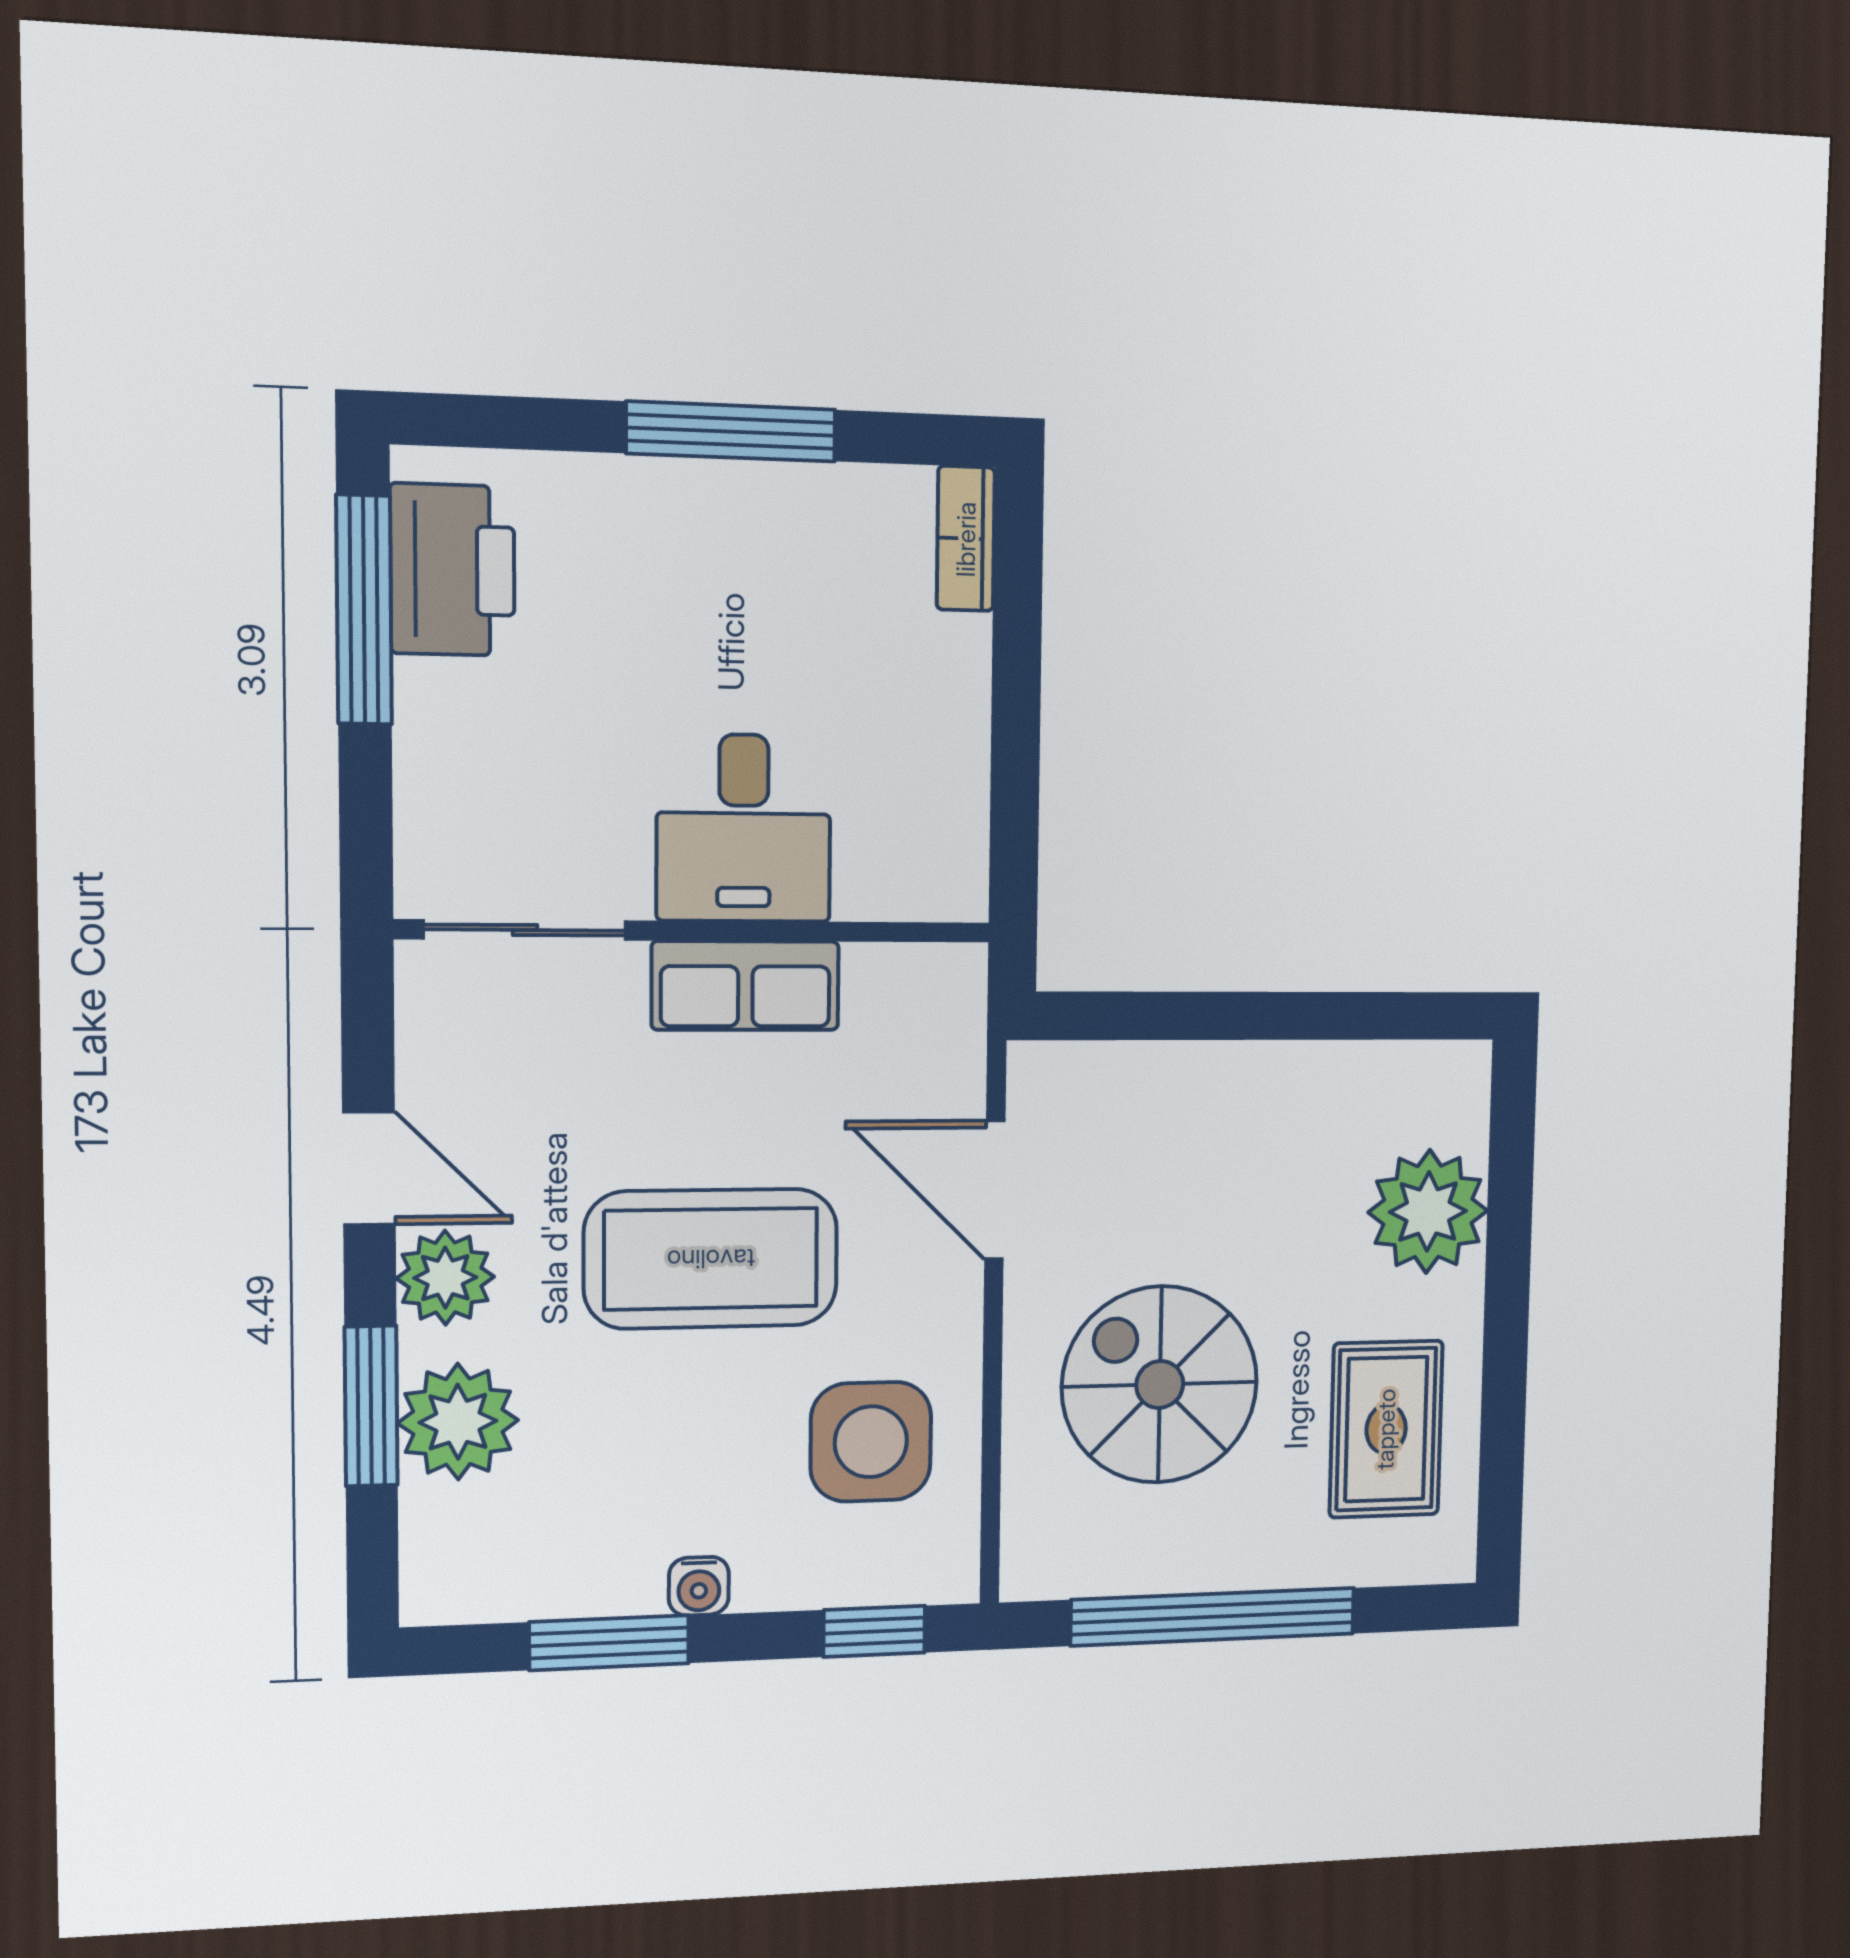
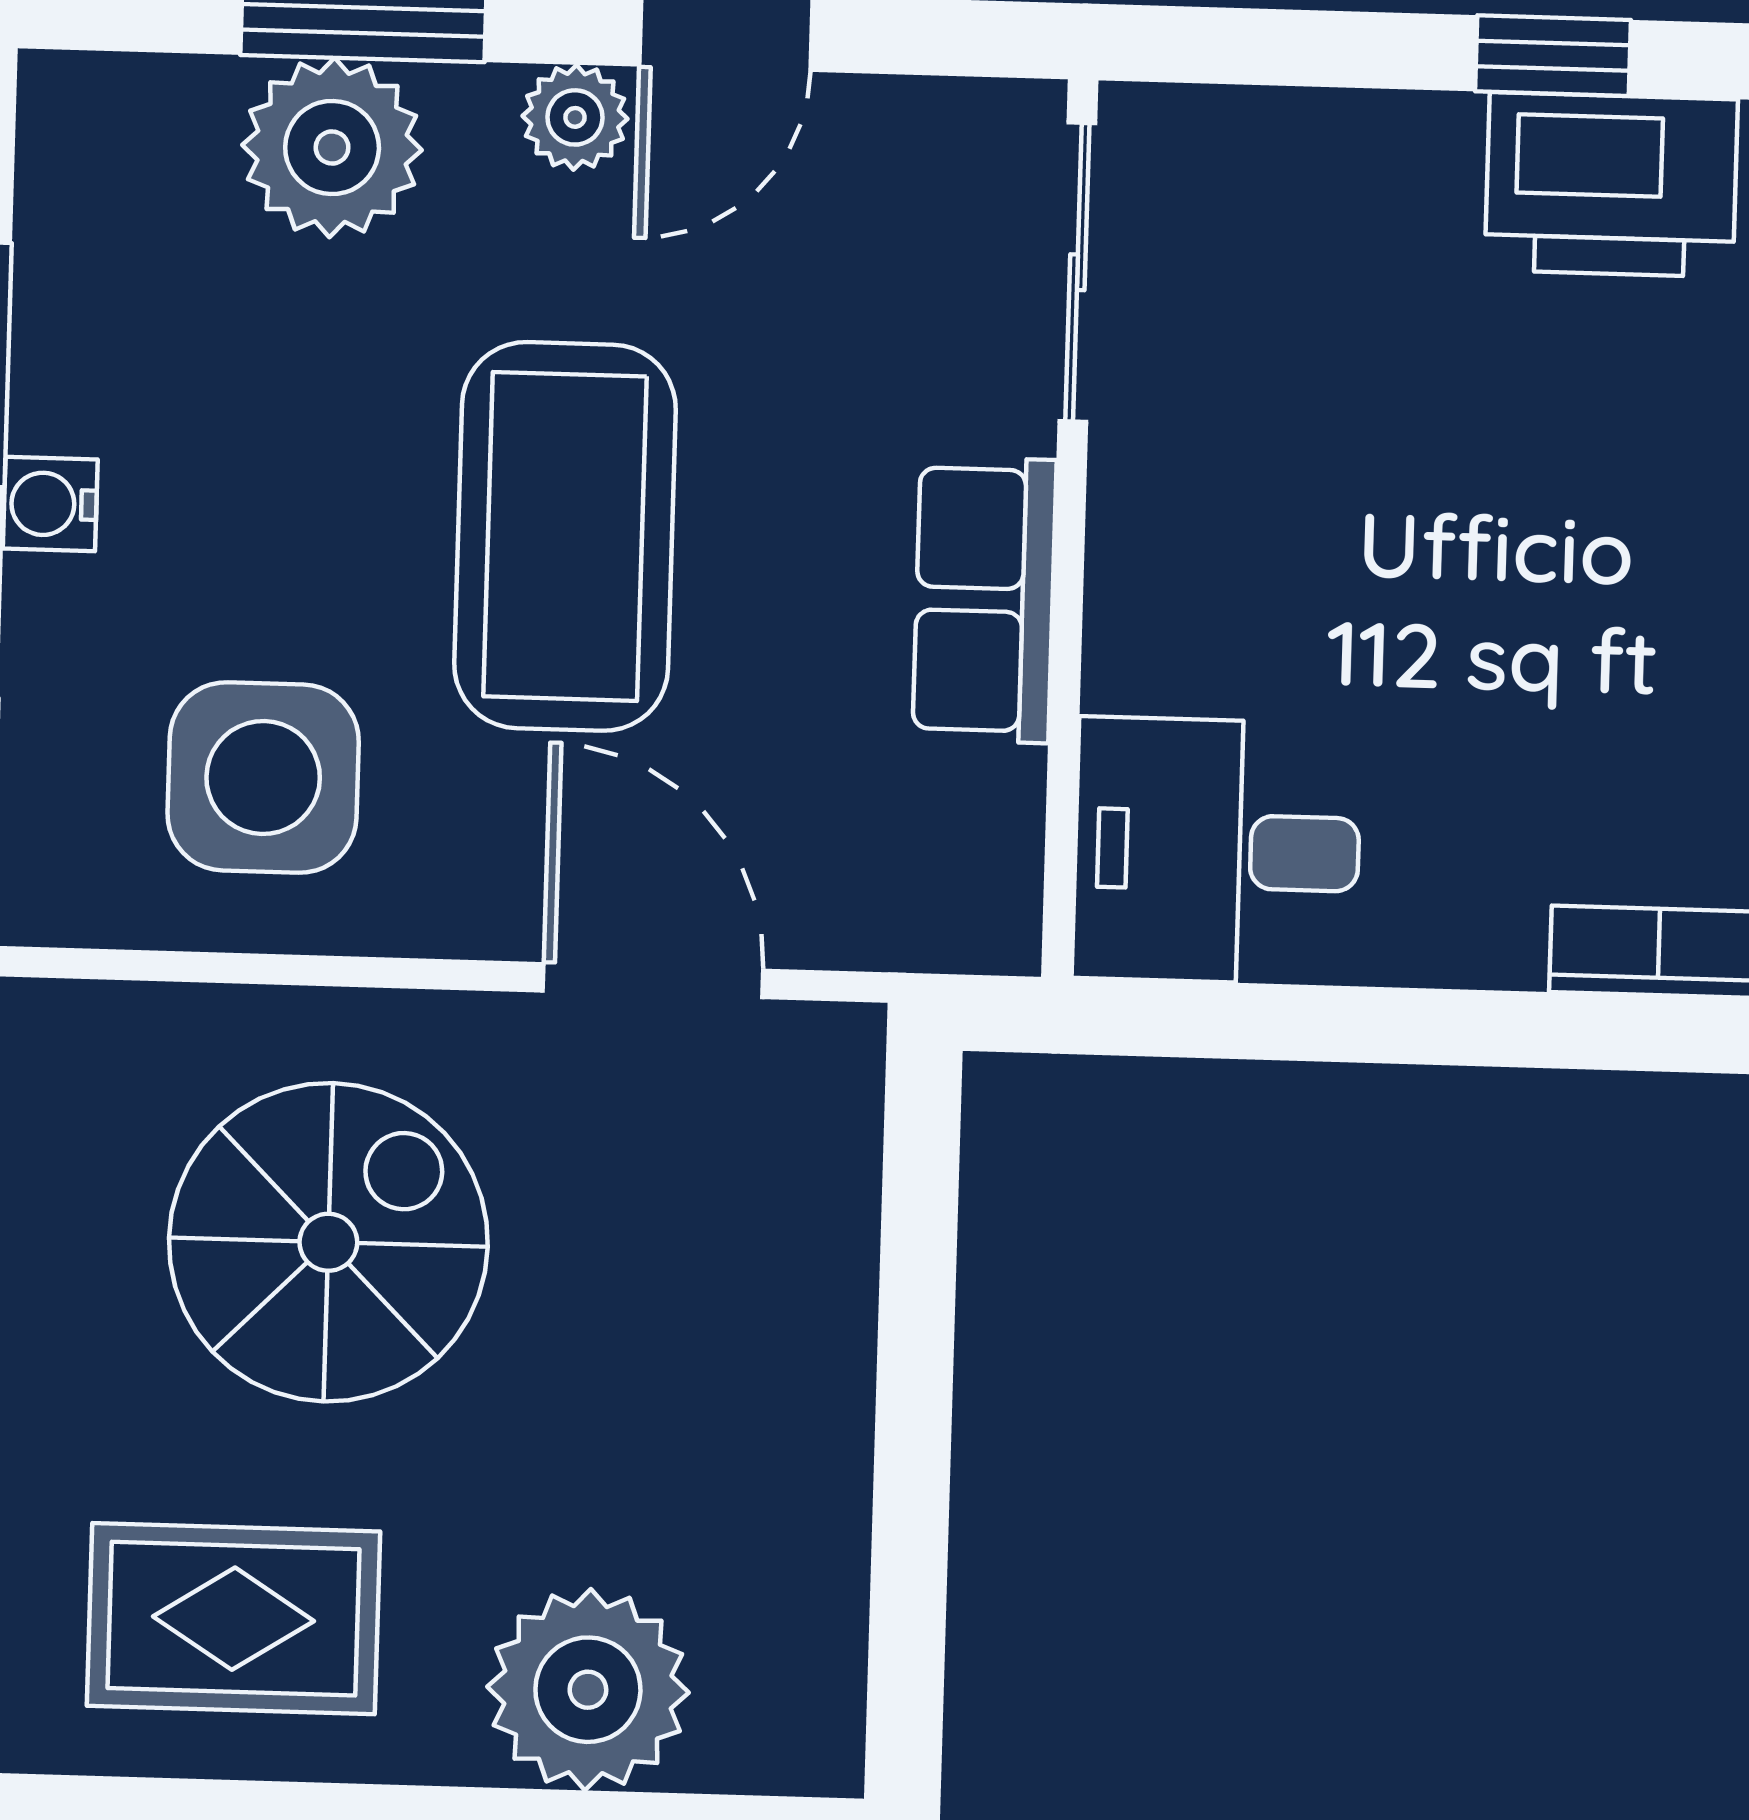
window: (364, 610) -> (1553, 56), width x0.46
desk: (744, 828) -> (1217, 851), moved
door: (995, 1190) -> (653, 981), hinge flipped
plant: (445, 1278) -> (575, 117), width x0.73, depth x0.73

